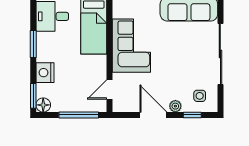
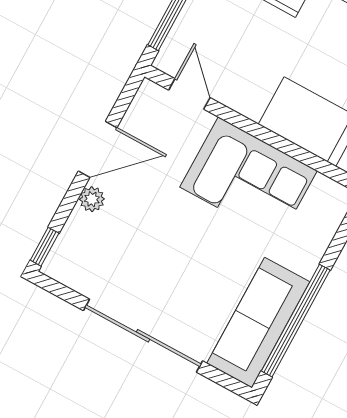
side table: (200, 96) -> (86, 255), removed
window: (192, 115) -> (45, 247), moved

